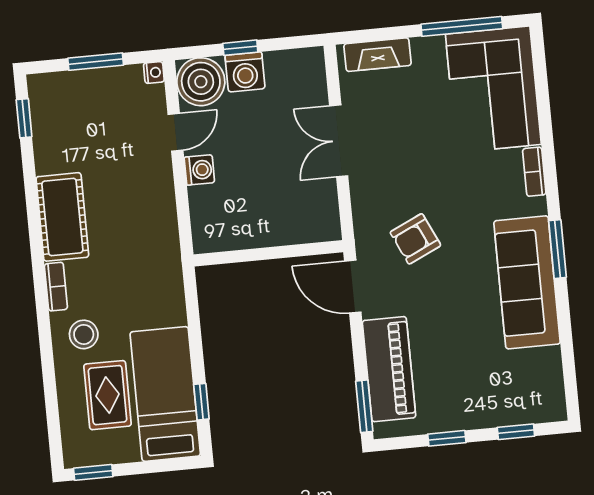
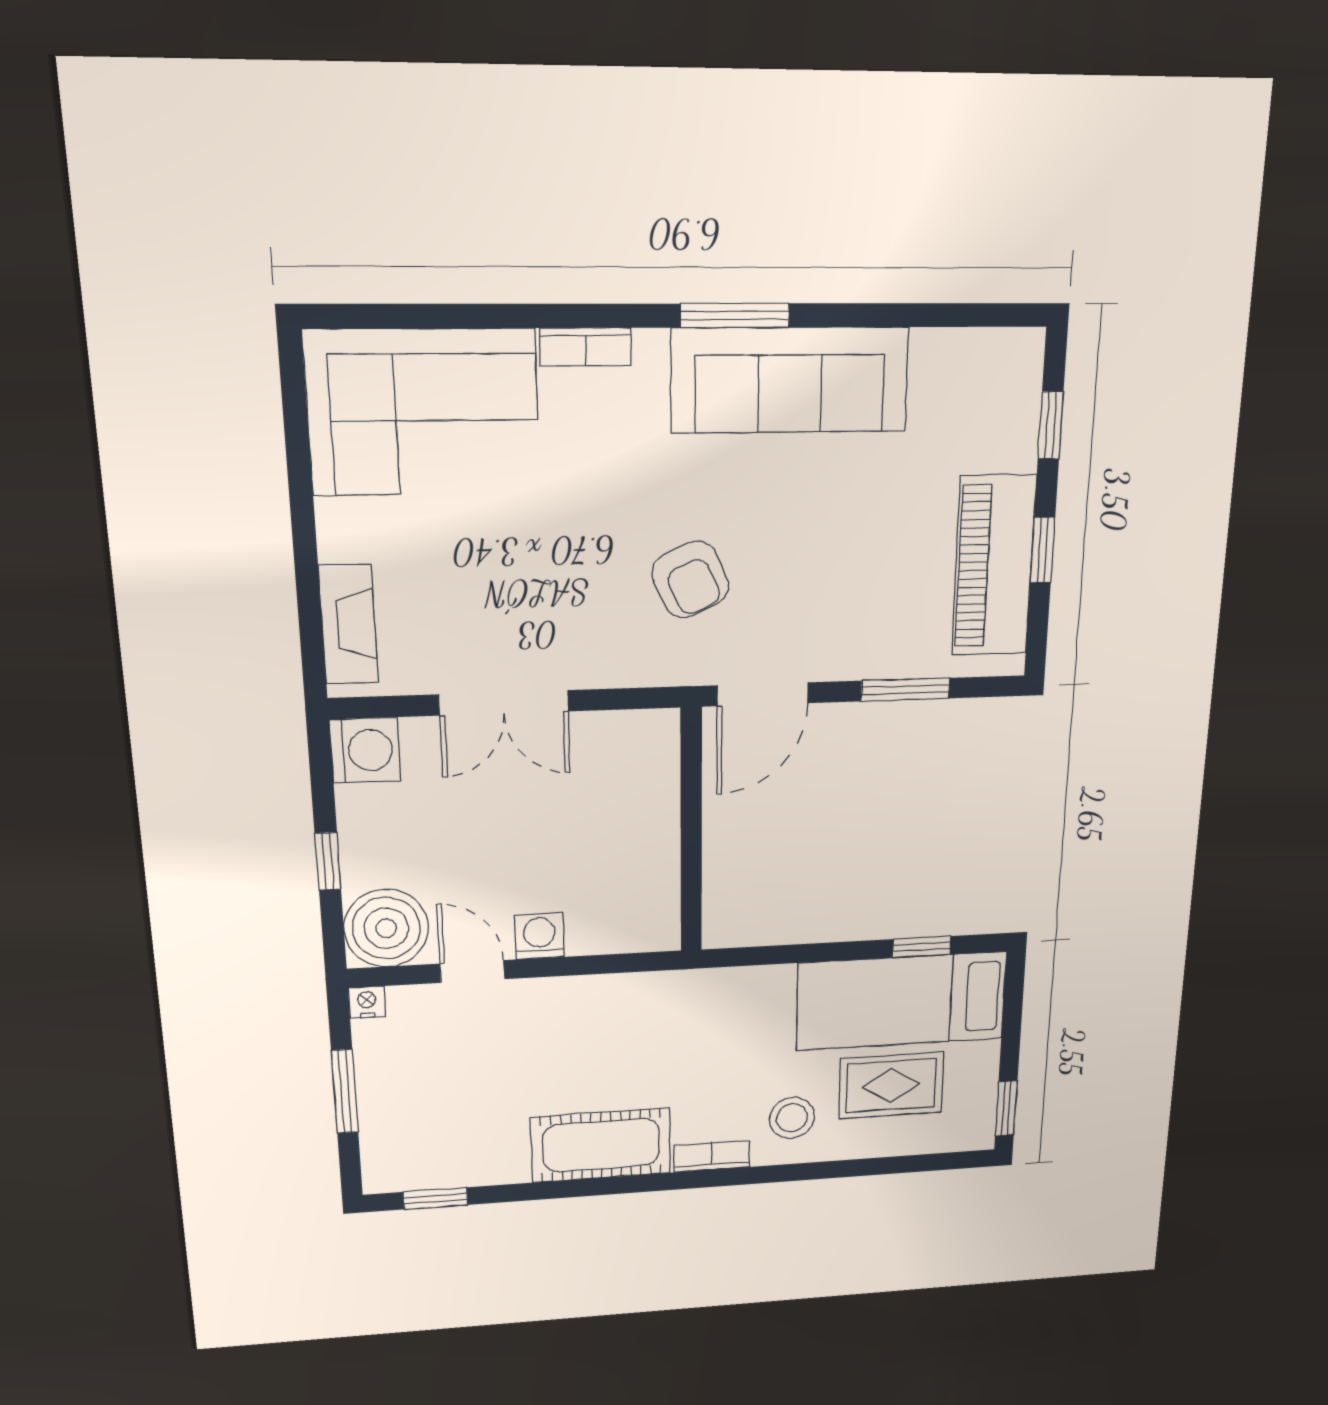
window: (462, 26) -> (299, 463), removed
washing machine: (245, 72) -> (365, 750), moved
piano: (389, 369) -> (994, 566), moved, turned -90
window: (364, 406) -> (905, 690), moved

